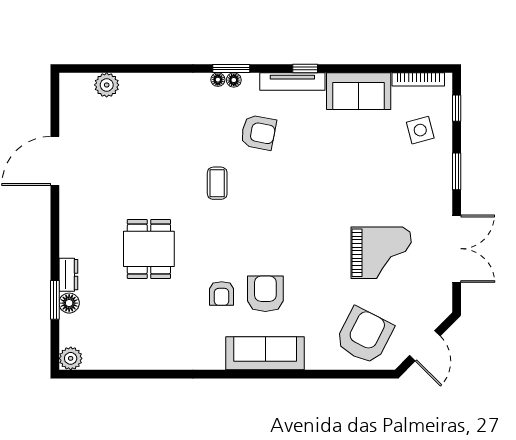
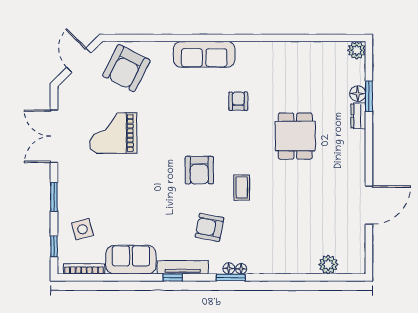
armchair: (265, 294) -> (199, 170), moved

